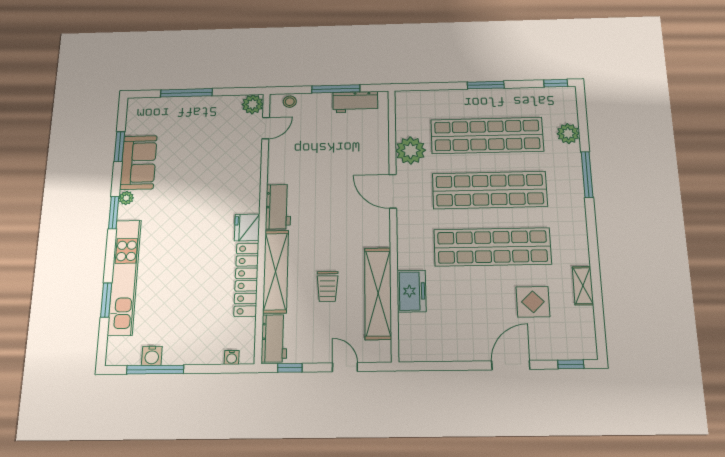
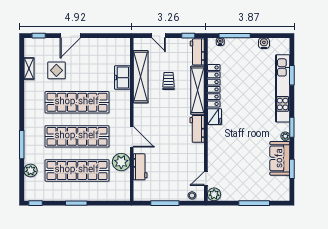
workbench: (355, 102) -> (140, 167), moved, turned 90
shelving: (583, 286) -> (29, 68), moved
window: (155, 370) -> (235, 36), moved

